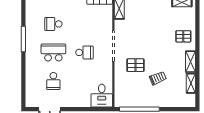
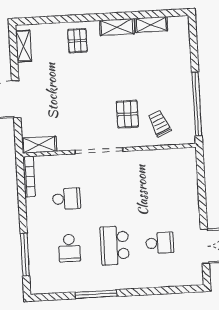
school desk: (84, 52) -> (67, 199), moved, turned 90
trolley: (158, 78) -> (159, 123), moved
desk: (102, 96) -> (179, 165), removed

